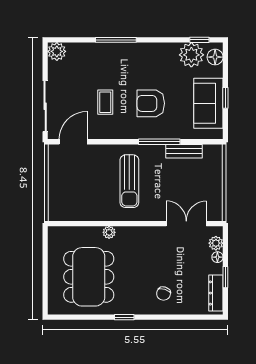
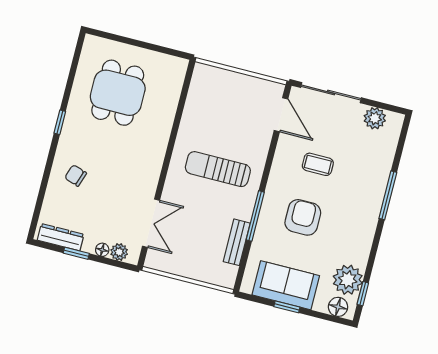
plant: (57, 51) -> (375, 118), moved
plant: (109, 232) -> (164, 130), removed
dining table: (89, 277) -> (118, 93), width x0.73

